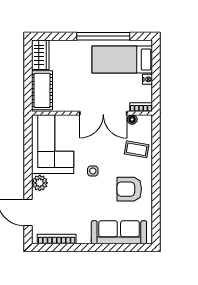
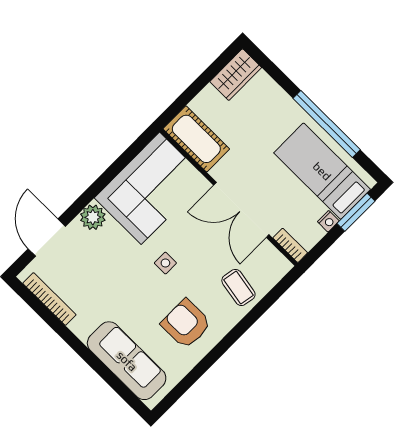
window: (156, 63) -> (356, 212), added
cot: (42, 90) -> (196, 139), moved, turned 90
floor lamp: (132, 119) -> (267, 249), removed

